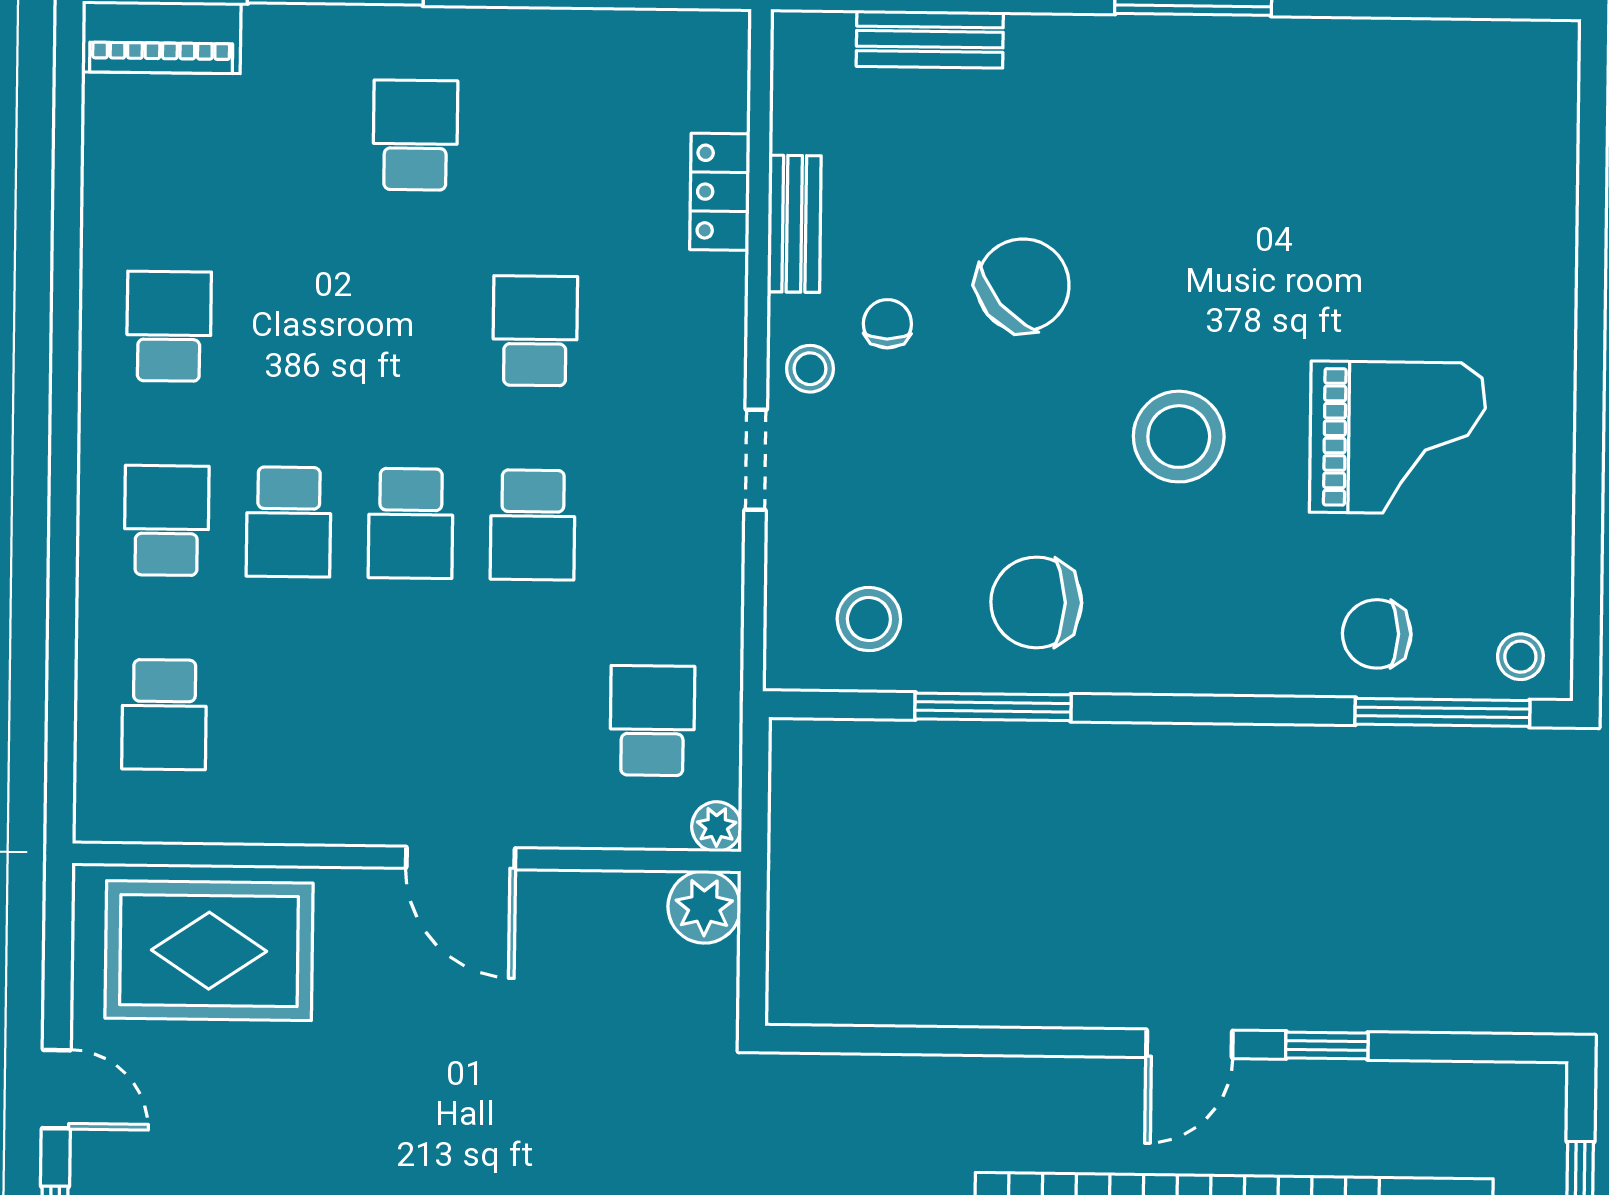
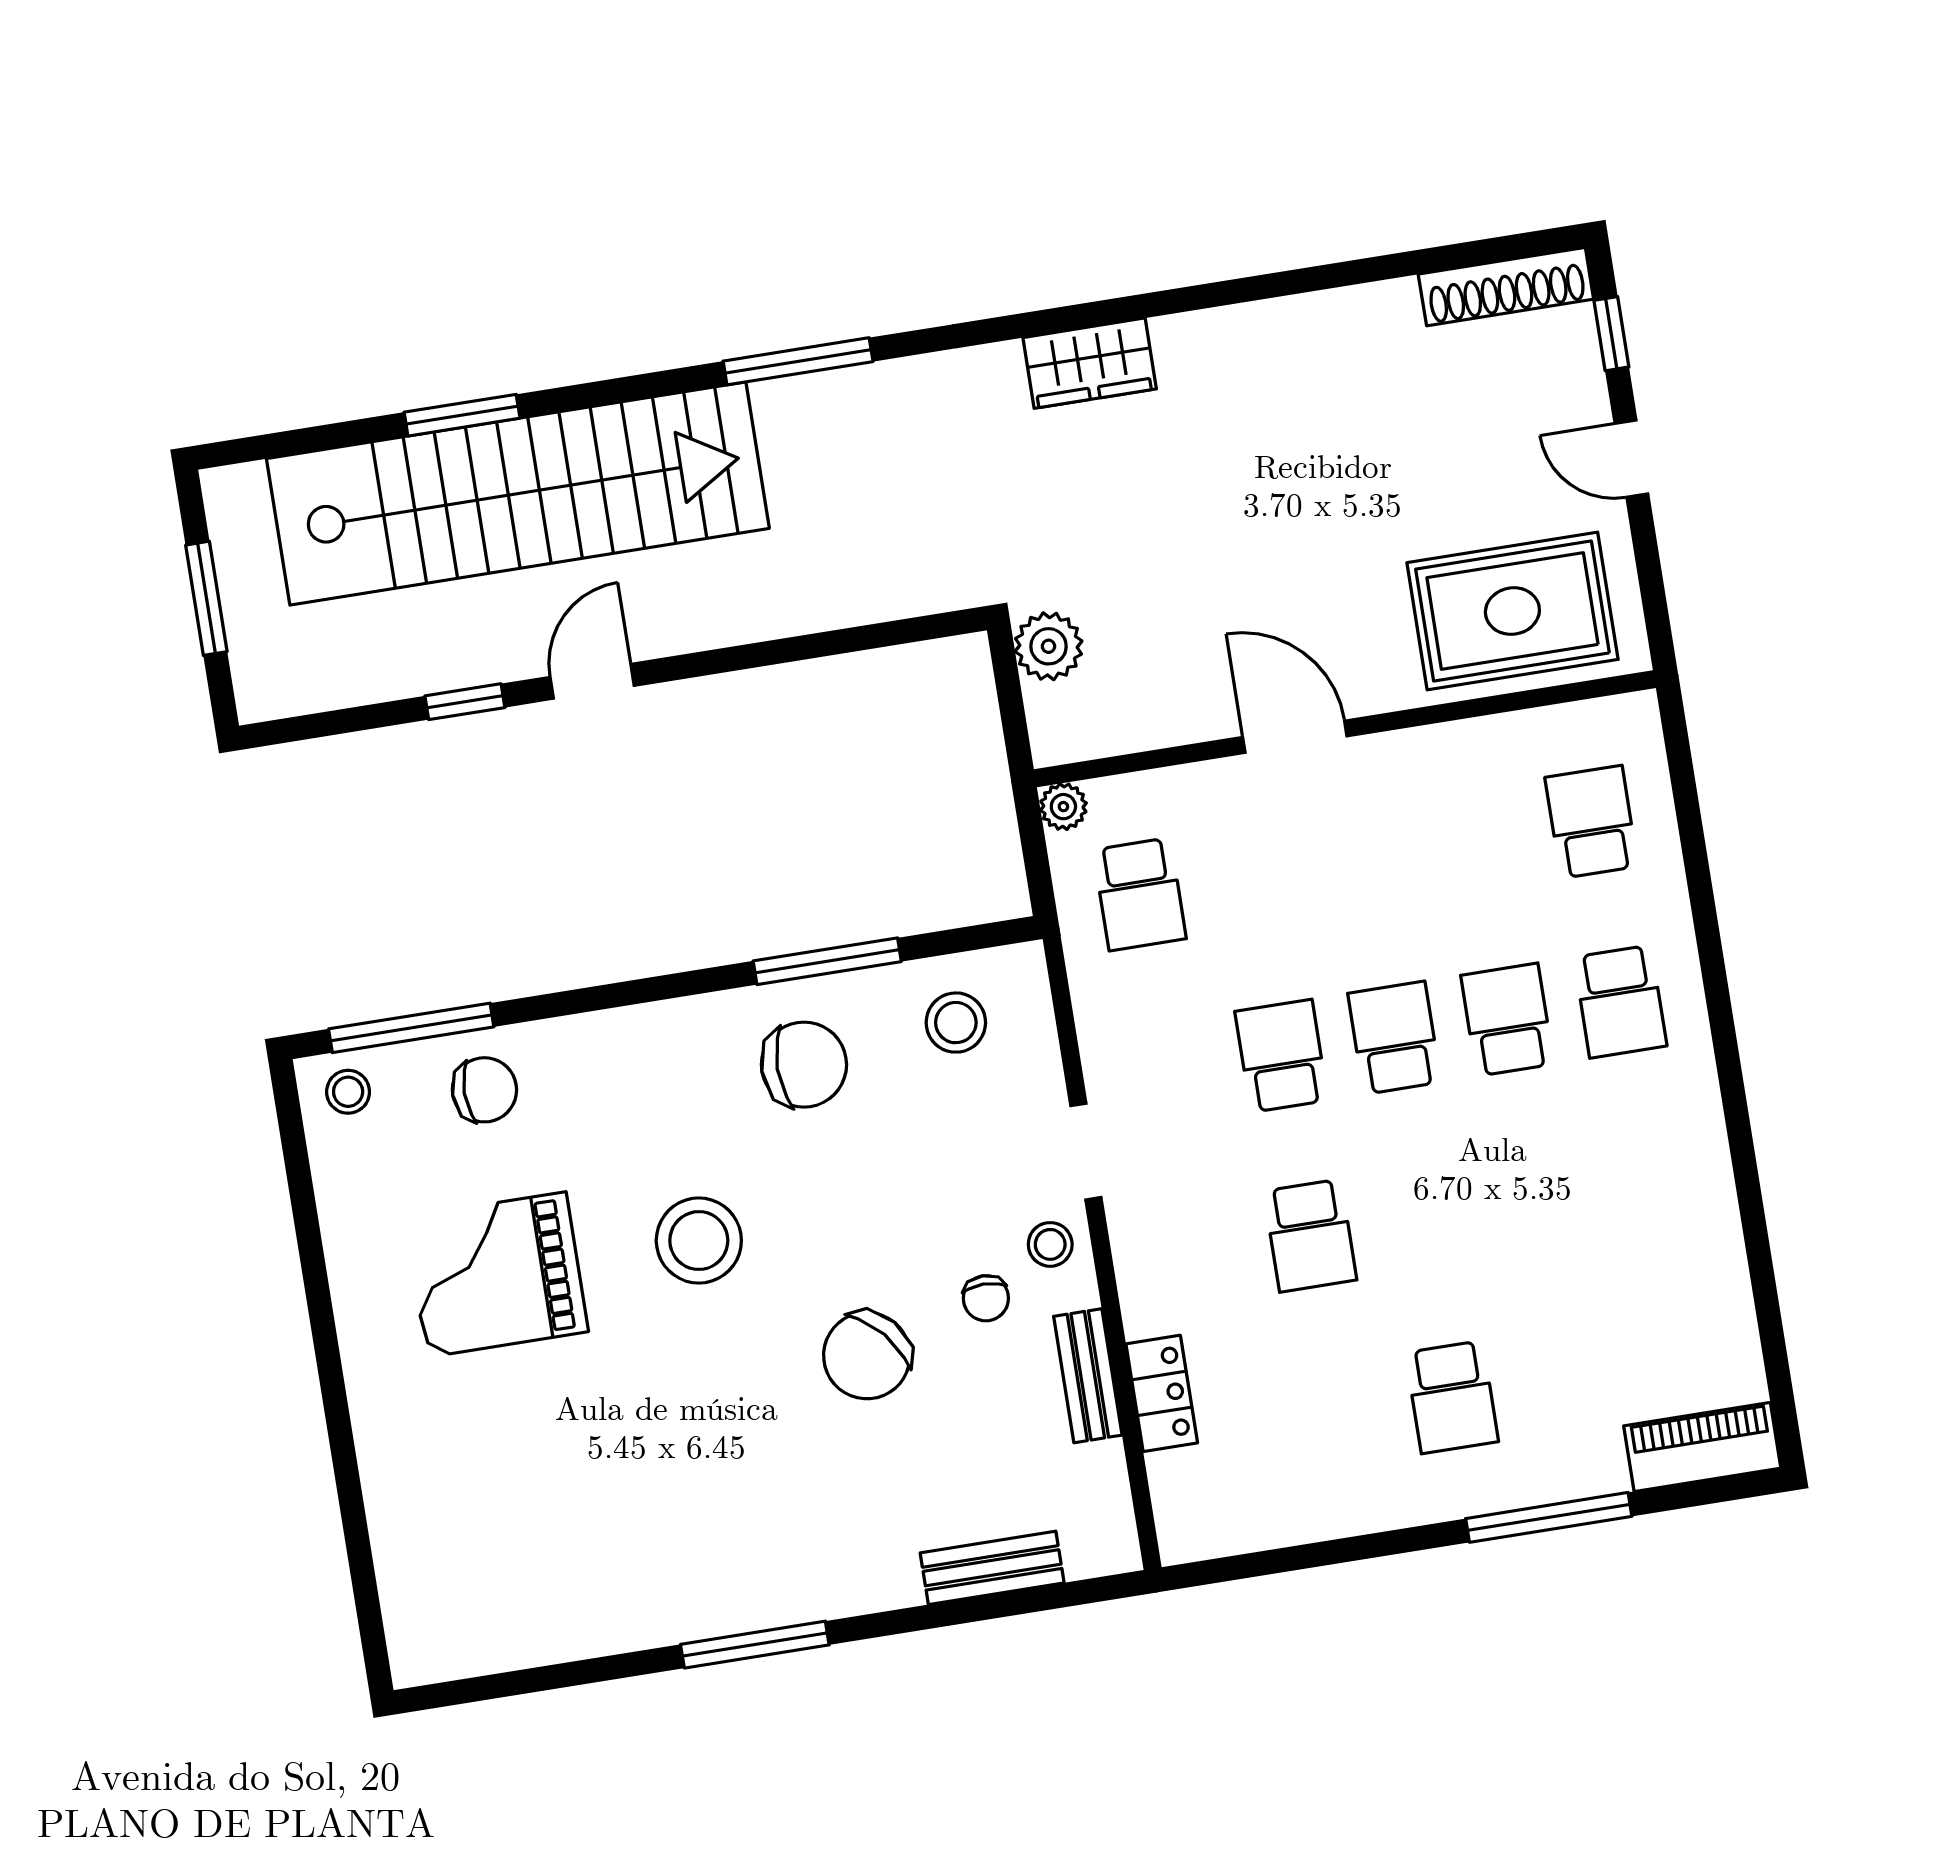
school desk: (169, 326) -> (1649, 1181), removed
plant: (704, 907) -> (1049, 646), moved

